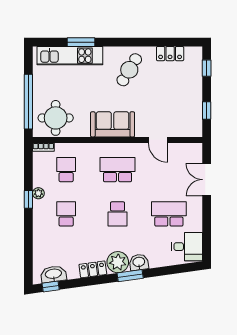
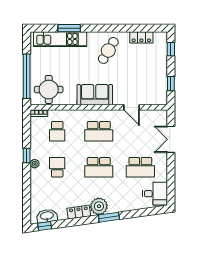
school desk: (66, 170) -> (57, 131), turned 180
school desk: (118, 170) -> (99, 131), turned 180
plant: (38, 193) -> (35, 164), moved
school desk: (118, 214) -> (99, 167), width x1.85
school desk: (169, 214) -> (140, 167), turned 180
washbasin: (139, 262) -> (116, 206), removed

